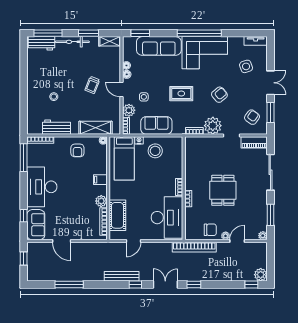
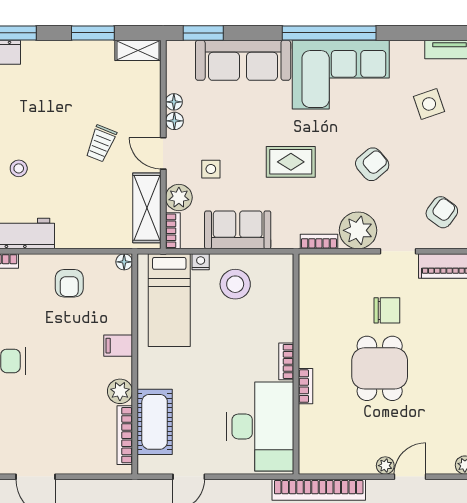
bicycle: (72, 42) -> (58, 51), removed
shelving: (95, 128) -> (147, 208), moved, turned 90
chair: (210, 230) -> (387, 310), moved

